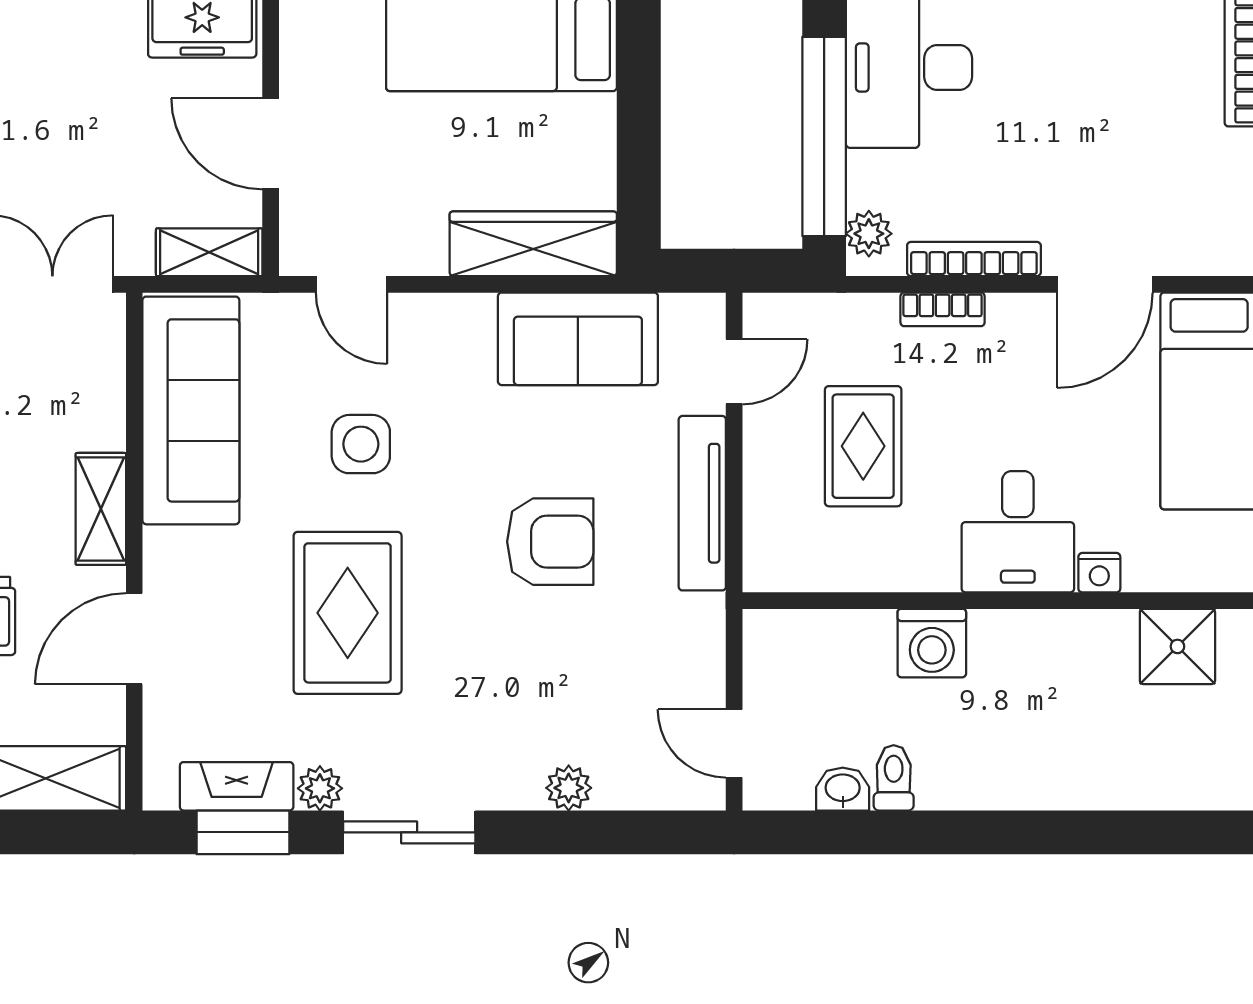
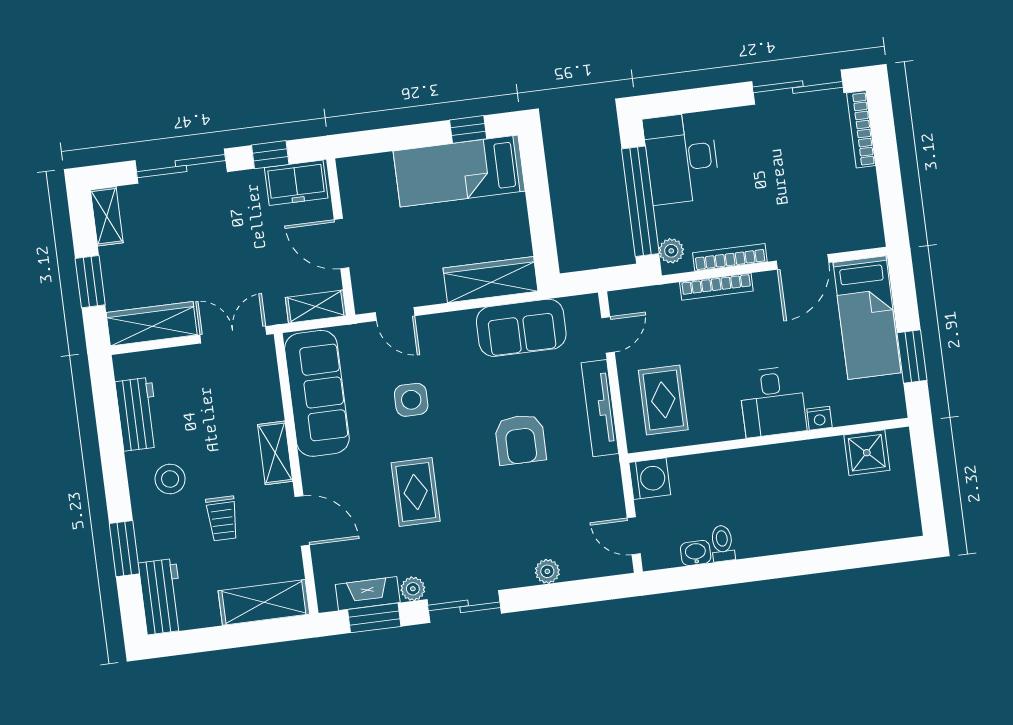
bookcase: (943, 309) -> (716, 287), width x1.56
rug: (863, 446) -> (663, 400), moved
armchair: (550, 542) -> (520, 439), turned 90
rug: (348, 613) -> (416, 492), width x0.73, depth x0.70
door: (134, 639) -> (302, 521), swing flipped
washing machine: (932, 643) -> (650, 479), moved, turned -90

